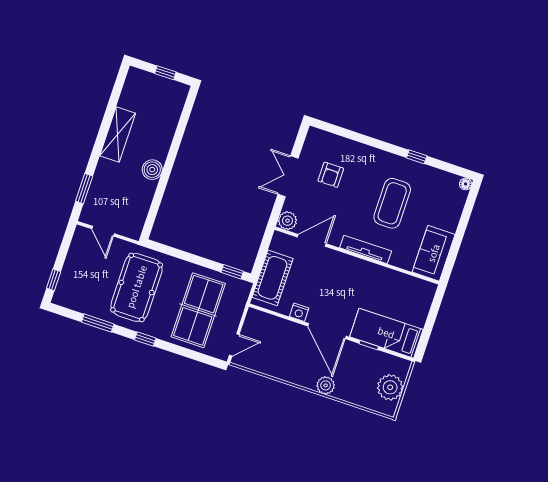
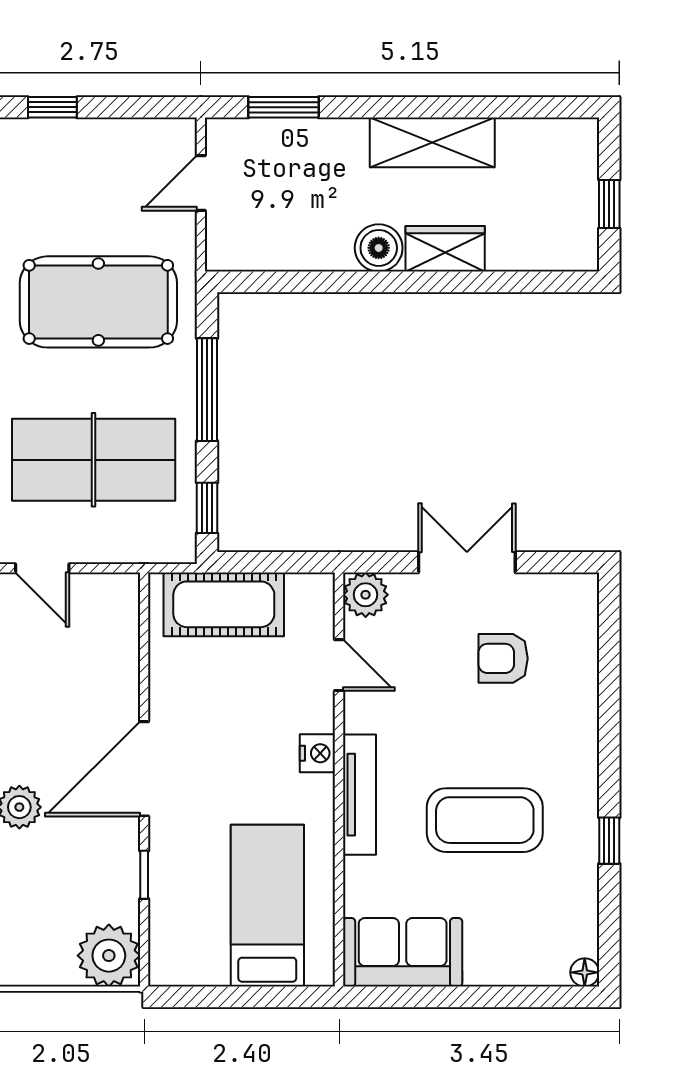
wardrobe: (161, 143) -> (445, 249), added
door: (312, 240) -> (339, 665), width x0.73
window: (186, 256) -> (207, 390), added
nightstand: (299, 312) -> (317, 753), moved, turned 180
bed: (386, 333) -> (267, 906), moved
plant: (390, 387) -> (109, 956), moved

